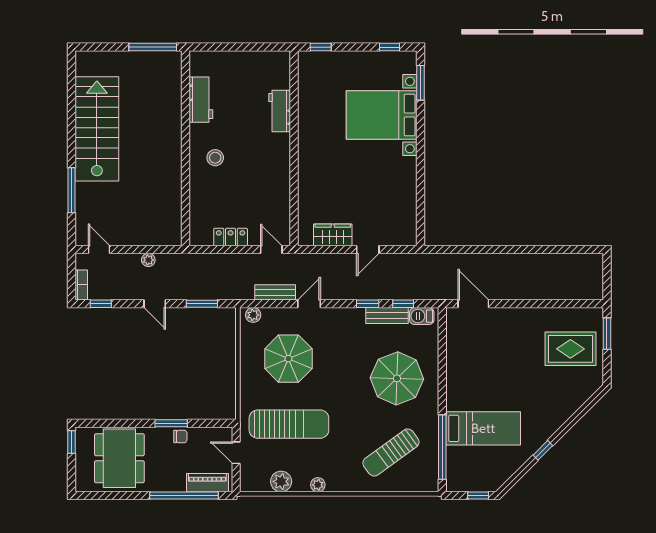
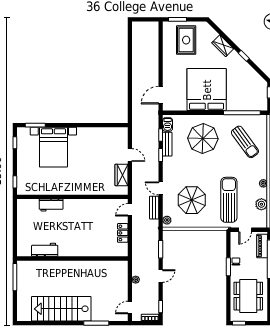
stool: (215, 158) -> (78, 242), removed
wardrobe: (560, 413) -> (223, 46), added
bed: (483, 428) -> (207, 90), moved, width x2.04
dining table: (119, 458) -> (248, 296), turned 90

